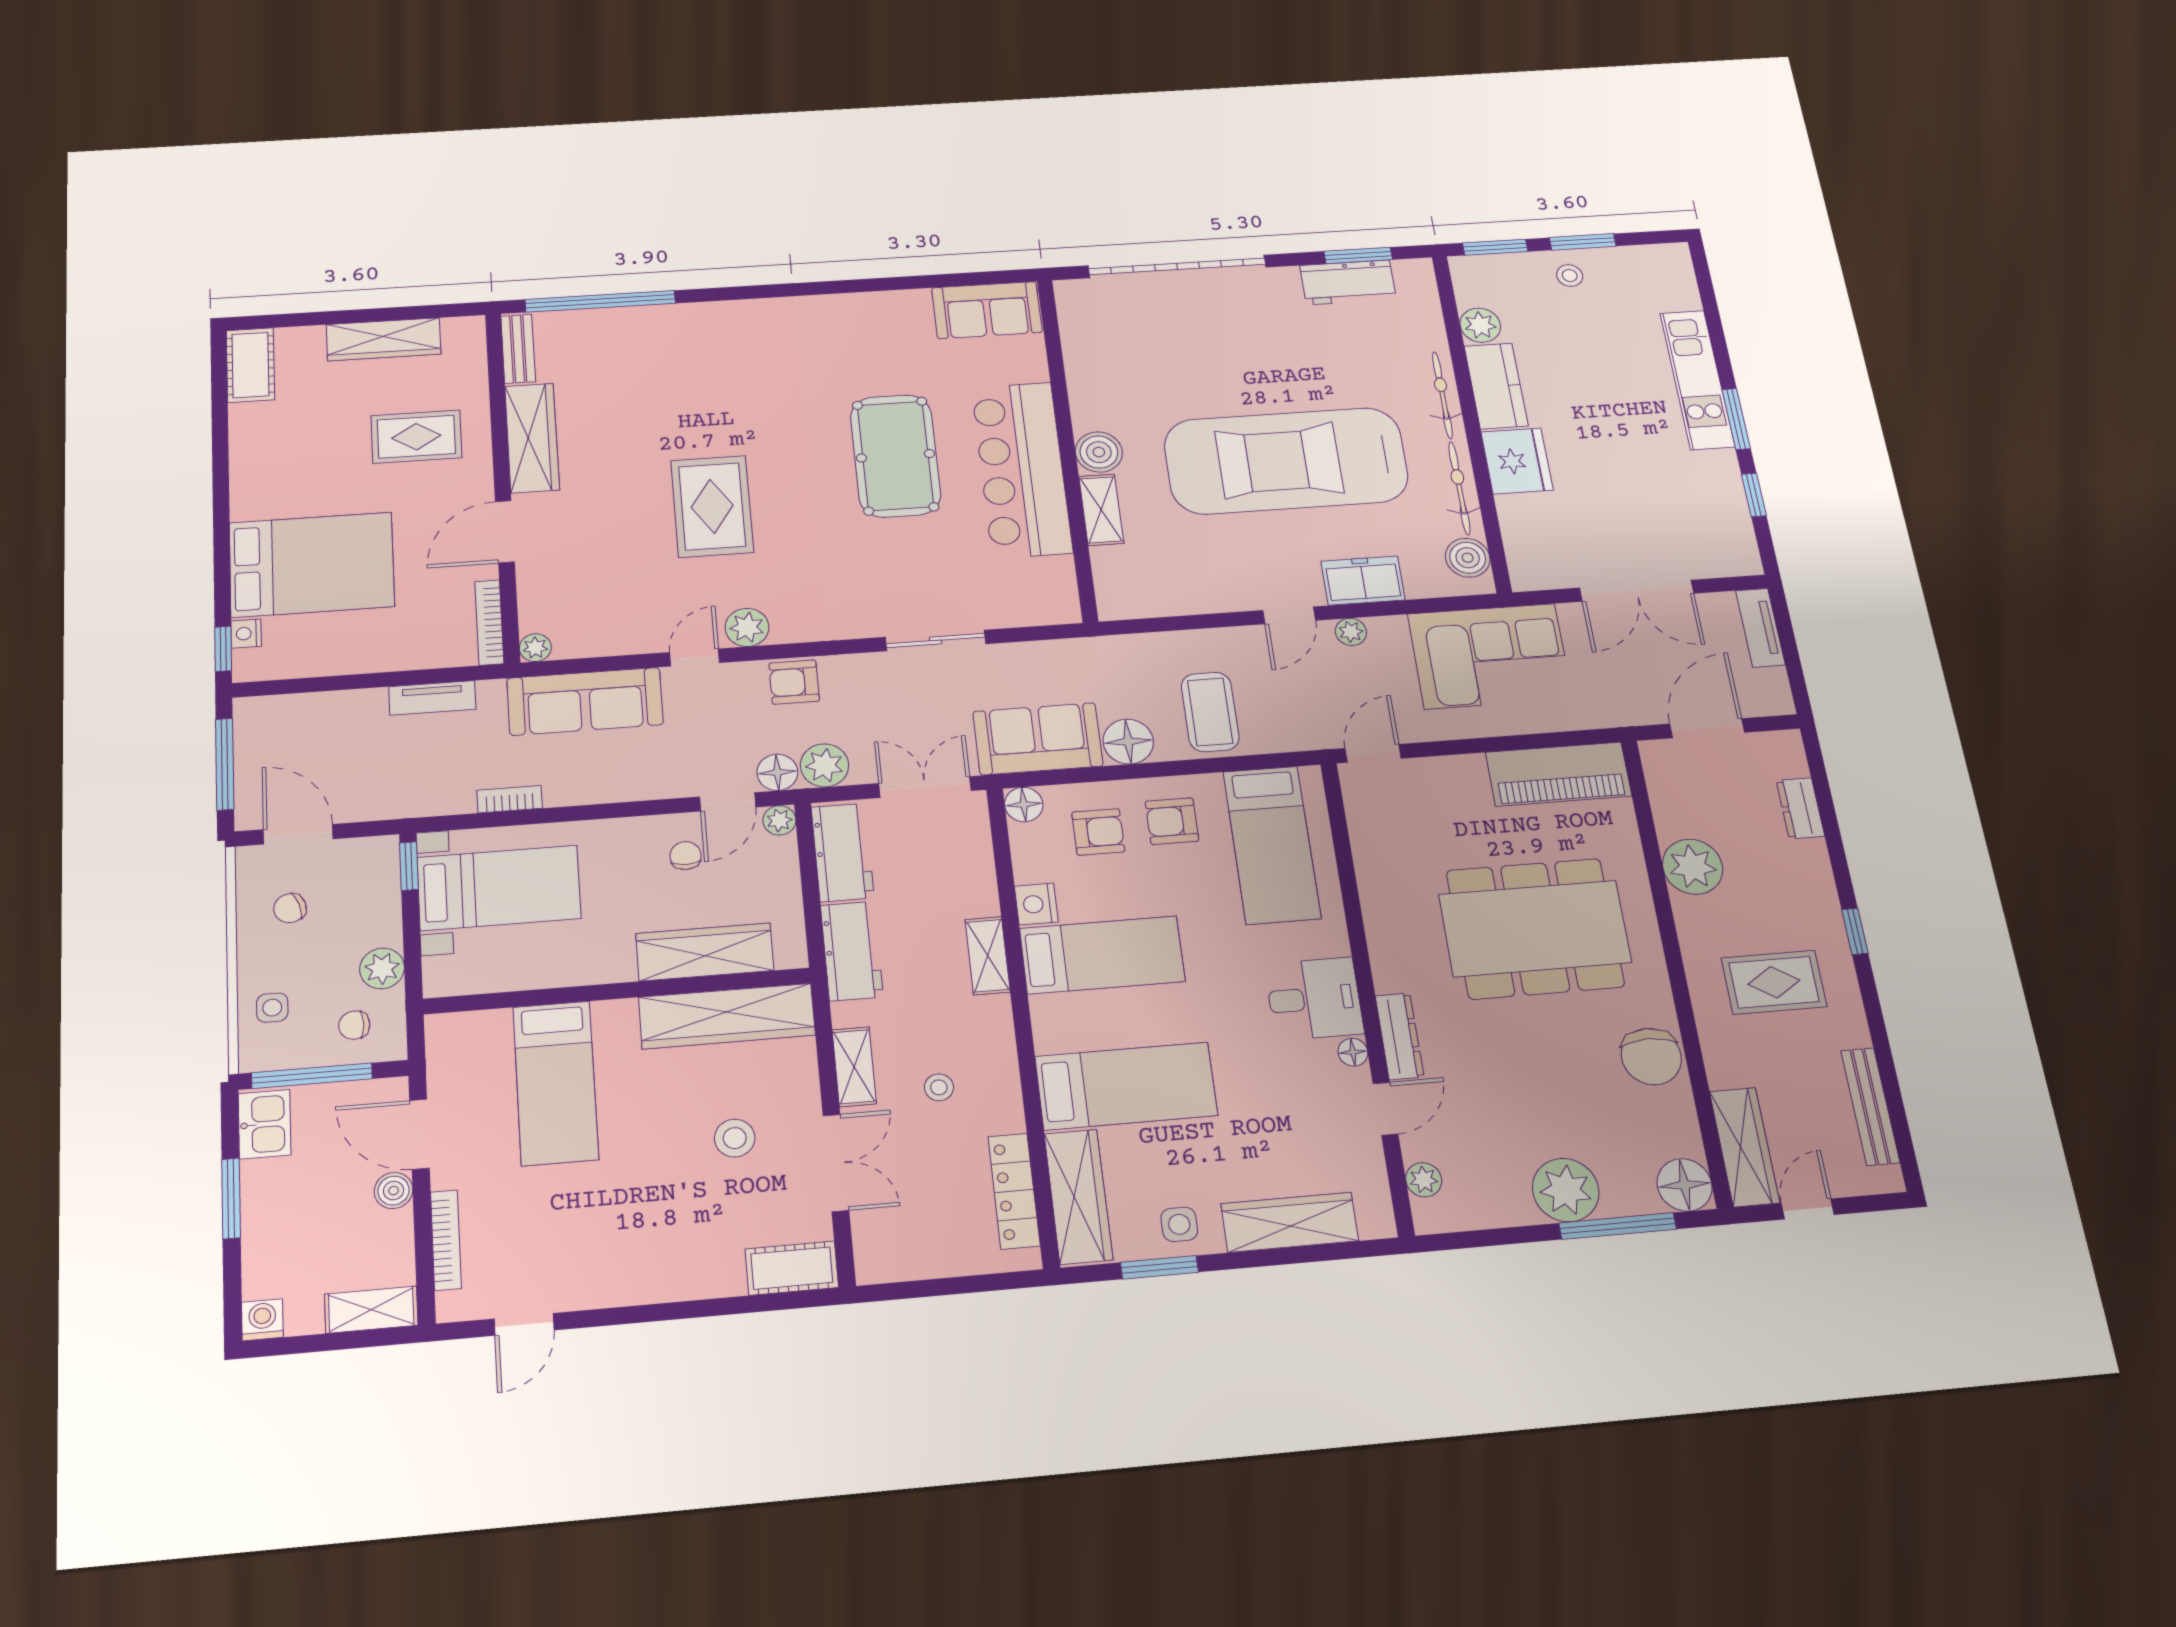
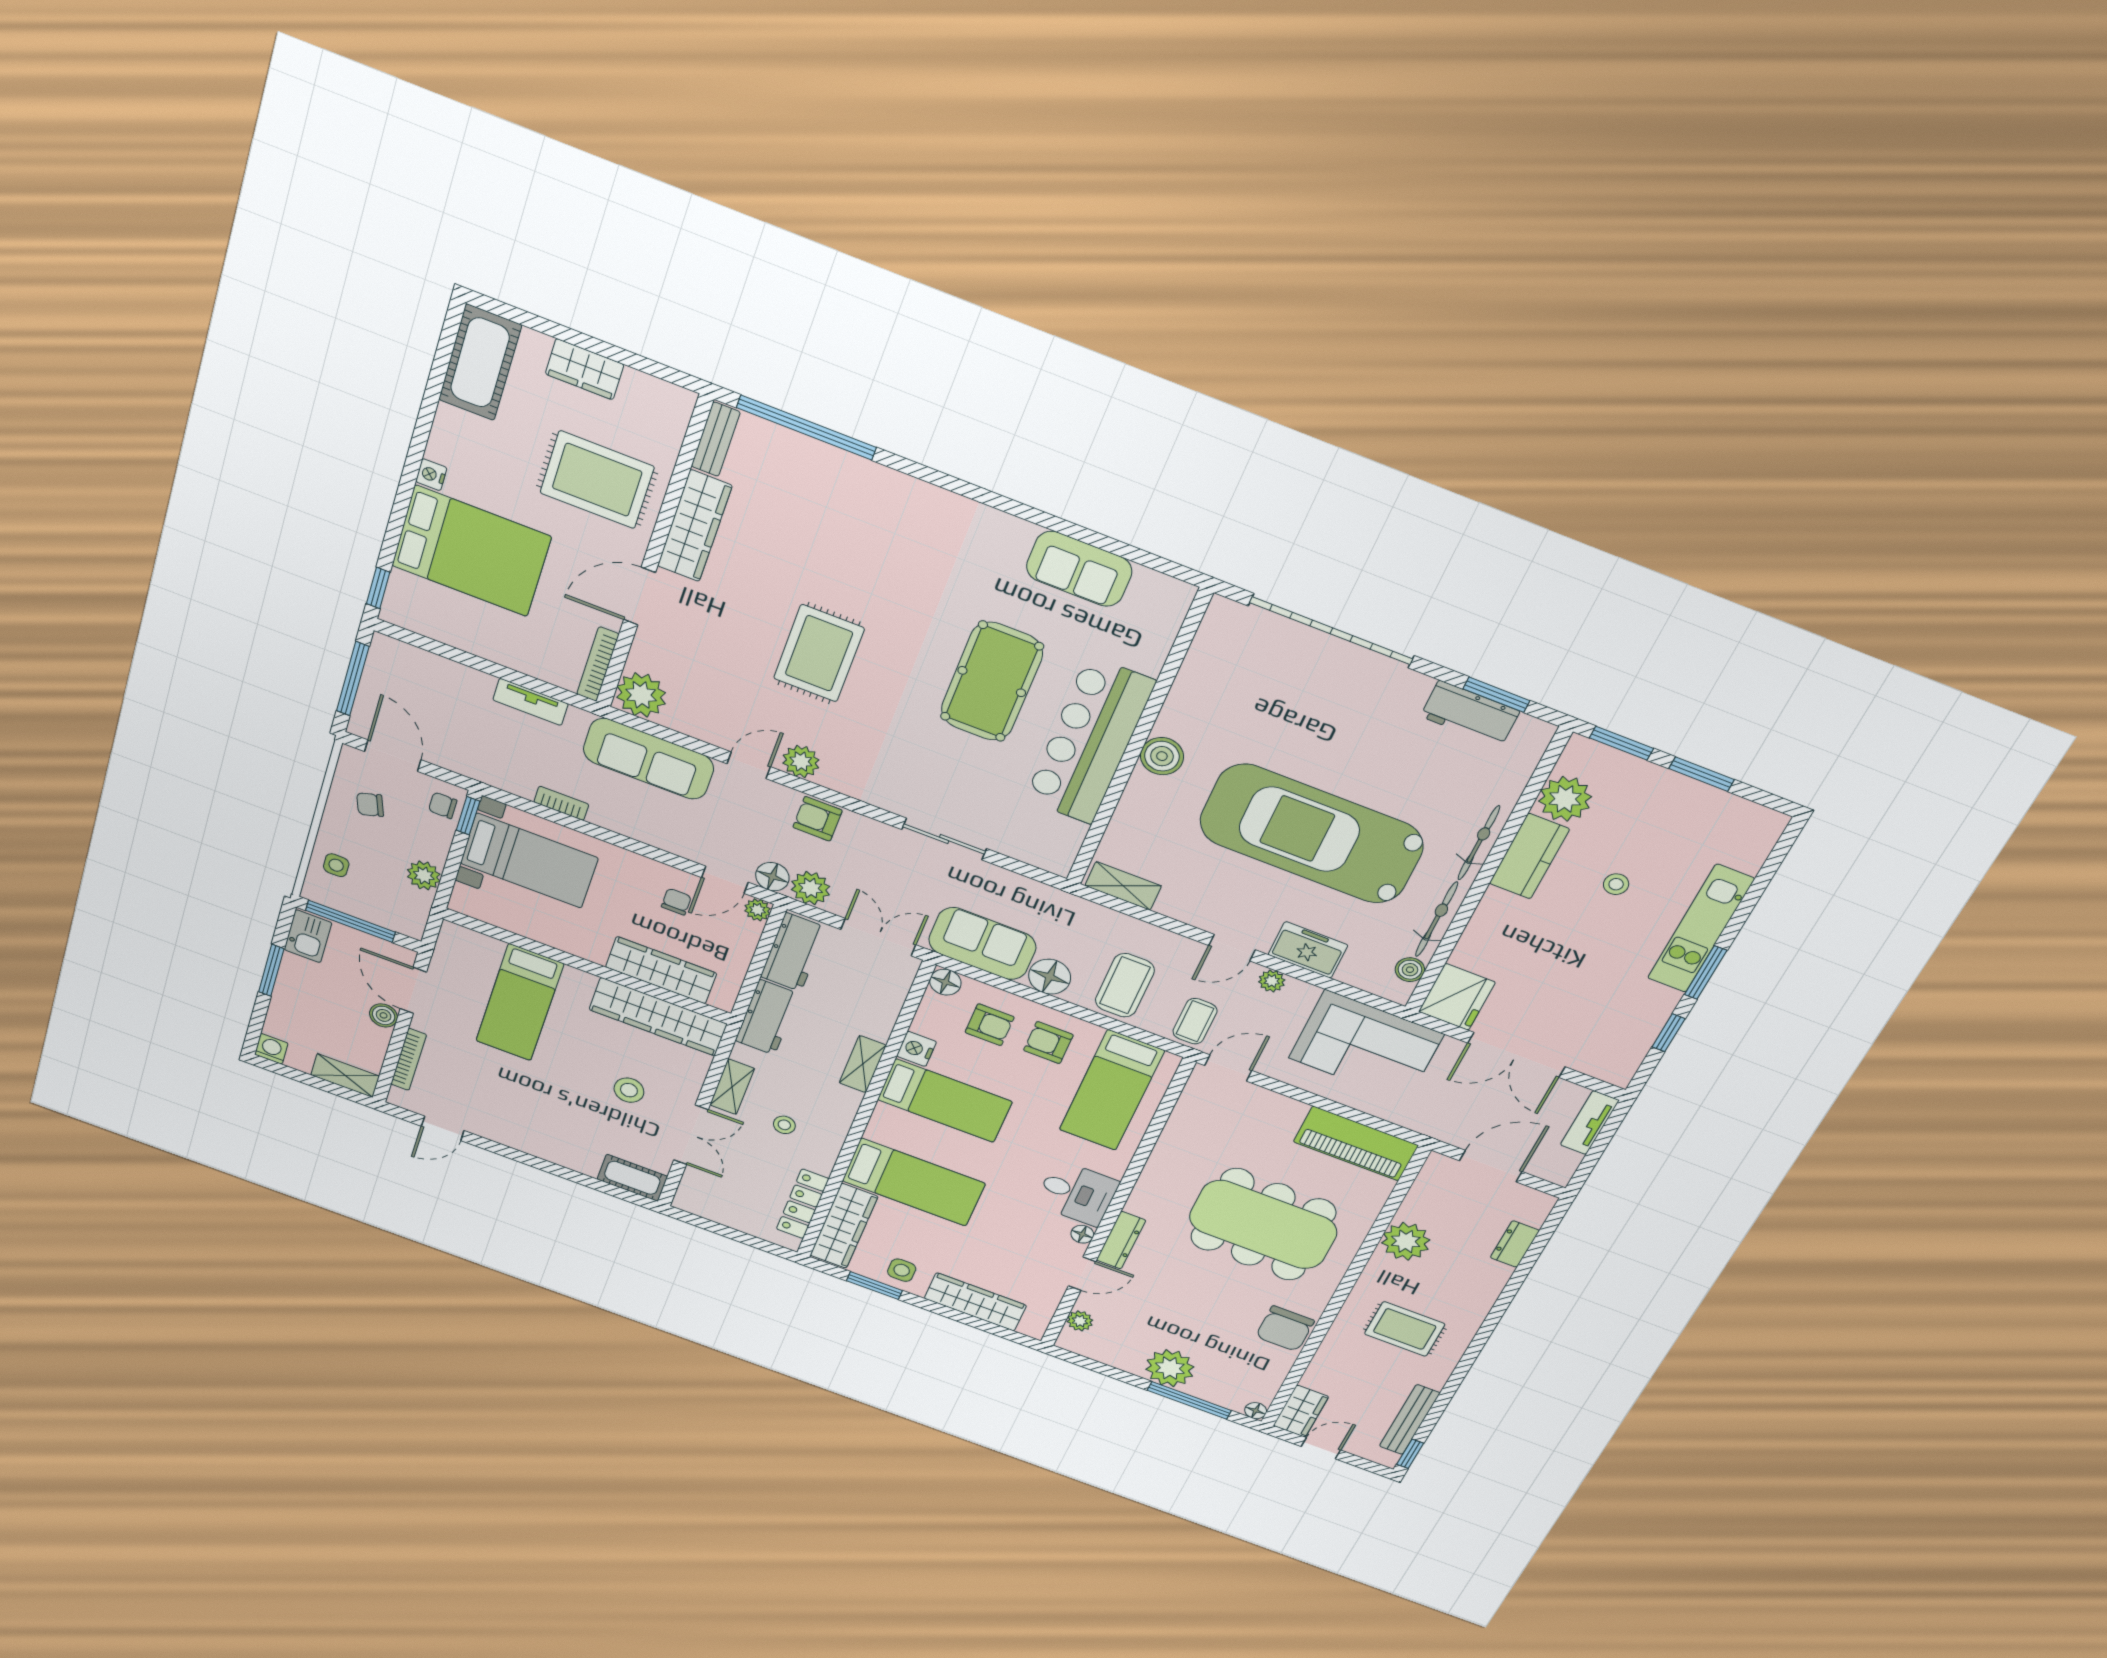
stool: (1570, 276) -> (1616, 884), moved
sofa: (987, 310) -> (1079, 569), moved
plant: (1480, 325) -> (1565, 799), width x1.36, depth x1.36
wardrobe: (384, 339) -> (585, 369), width x0.67
cot: (250, 365) -> (480, 362), width x1.37, depth x1.34
rug: (416, 437) -> (597, 480), width x1.36, depth x1.43
fridge: (1517, 461) -> (1457, 997), moved
shelving: (1101, 510) -> (1123, 886), moved, turned 90
boiler: (1468, 558) -> (1410, 970), width x0.73, depth x0.73
nightstand: (246, 634) -> (431, 475), moved
plant: (535, 648) -> (641, 695), width x1.88, depth x1.88
coffee table: (1305, 716) -> (1195, 1021), added
window: (1855, 931) -> (1410, 1454), moved
chair: (354, 1025) -> (443, 805), moved
wardrobe: (1744, 1147) -> (1301, 1411), width x0.67
floor lamp: (1685, 1185) -> (1256, 1411), width x0.53, depth x0.53

